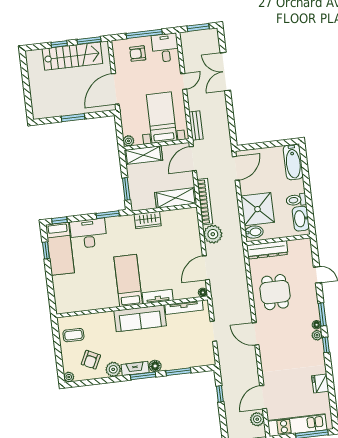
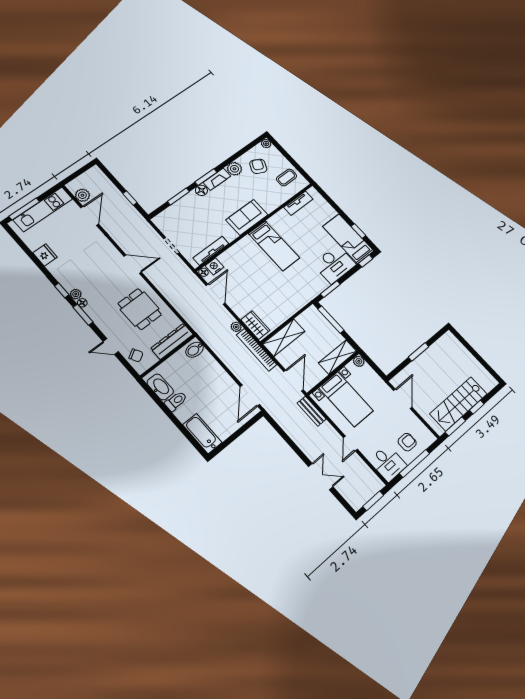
double door: (225, 72) -> (321, 477), width x0.73
door: (115, 89) -> (403, 399), width x0.73
window: (126, 189) -> (331, 320), width x1.44
shower: (257, 209) -> (205, 372), removed
wardrobe: (148, 220) -> (255, 325), moved, turned 90
plant: (213, 234) -> (236, 327), width x0.53, depth x0.53
chair: (303, 256) -> (136, 355), added
nightstand: (190, 292) -> (214, 266), added
tv unit: (158, 296) -> (298, 203), moved
sofa: (140, 318) -> (247, 217), width x0.73

